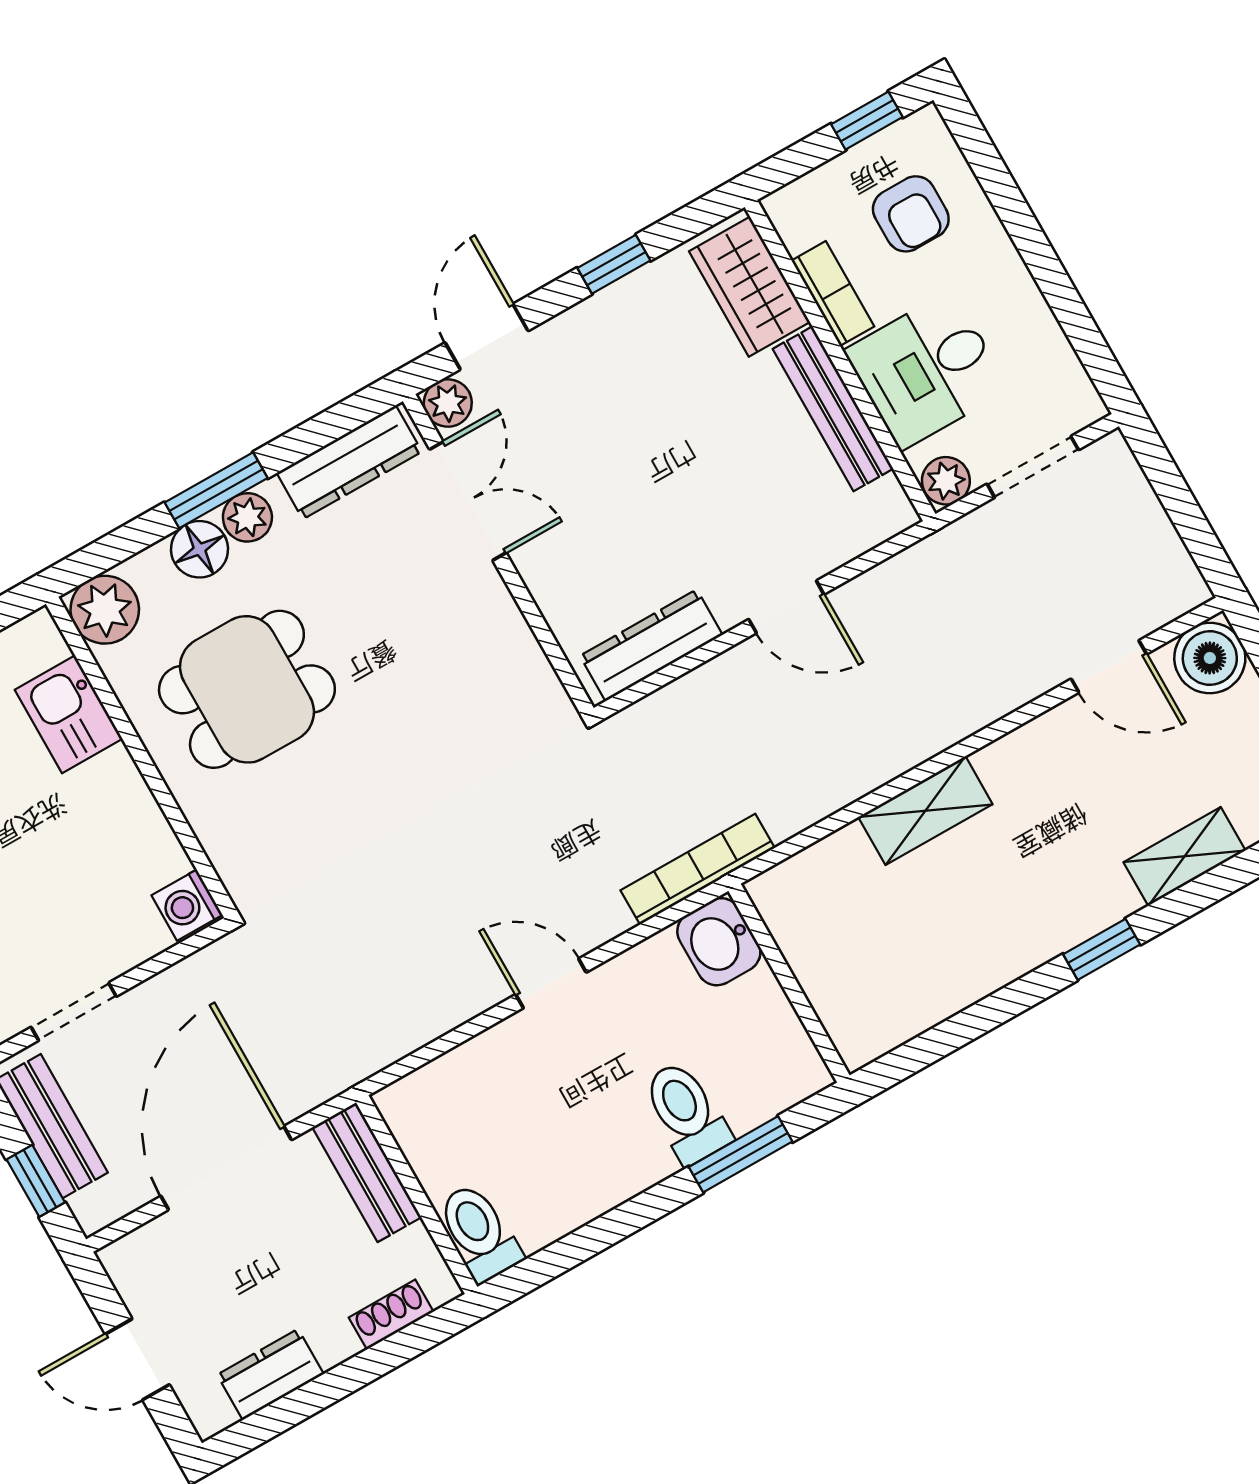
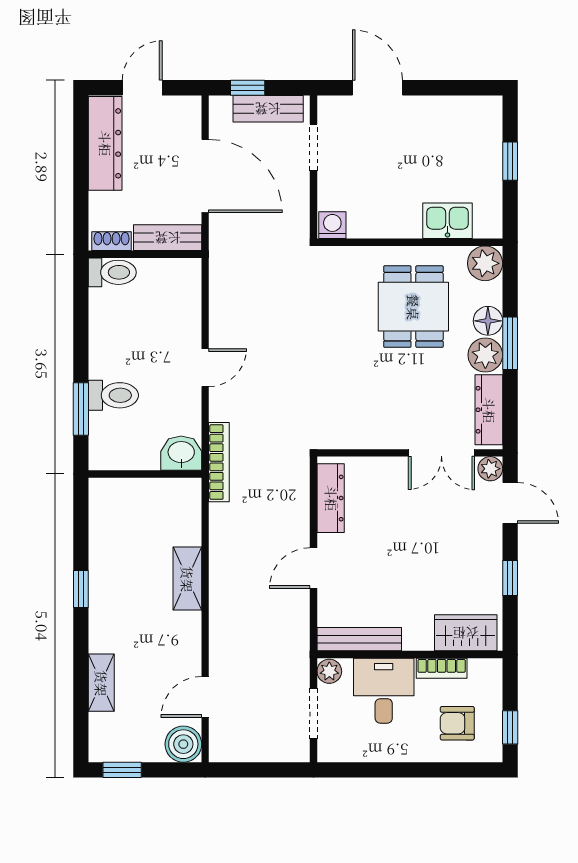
bench: (833, 409) -> (359, 639), moved
plant: (247, 517) -> (485, 355), width x1.38, depth x1.38
window: (1102, 949) -> (81, 589), moved
shoe rack: (391, 1315) -> (112, 241), moved, turned -90
dresser: (270, 1374) -> (105, 143), width x1.96, depth x1.24

